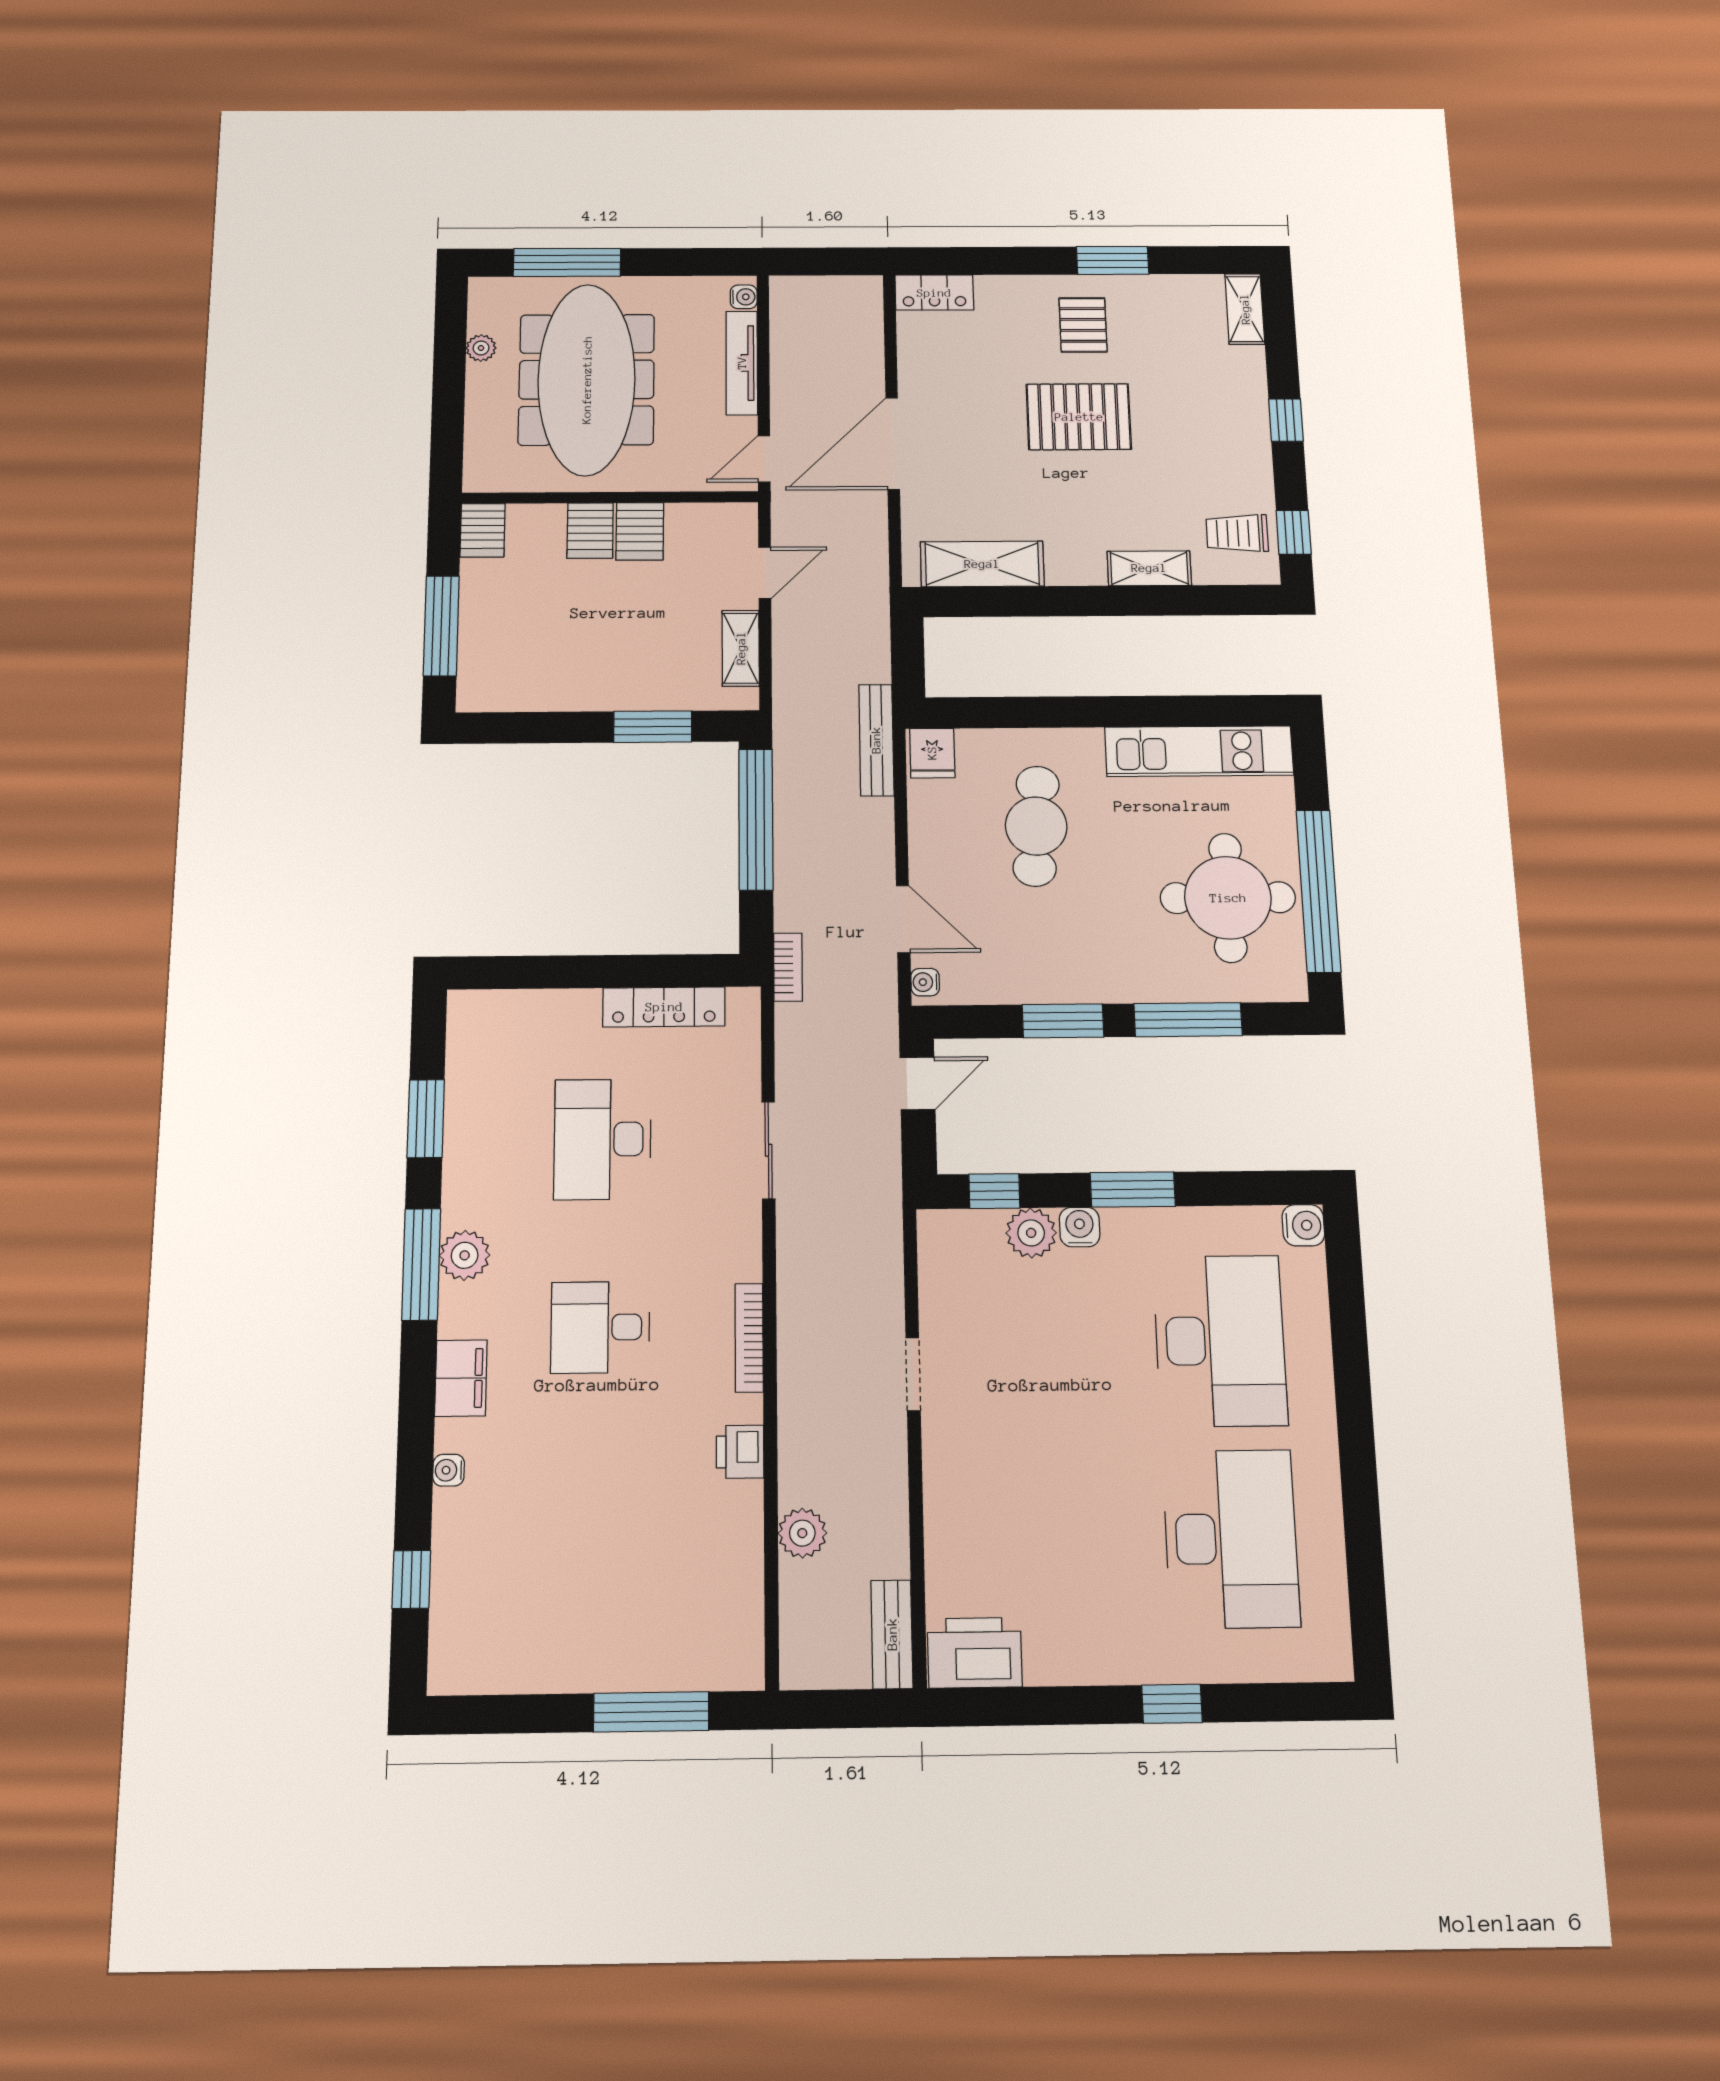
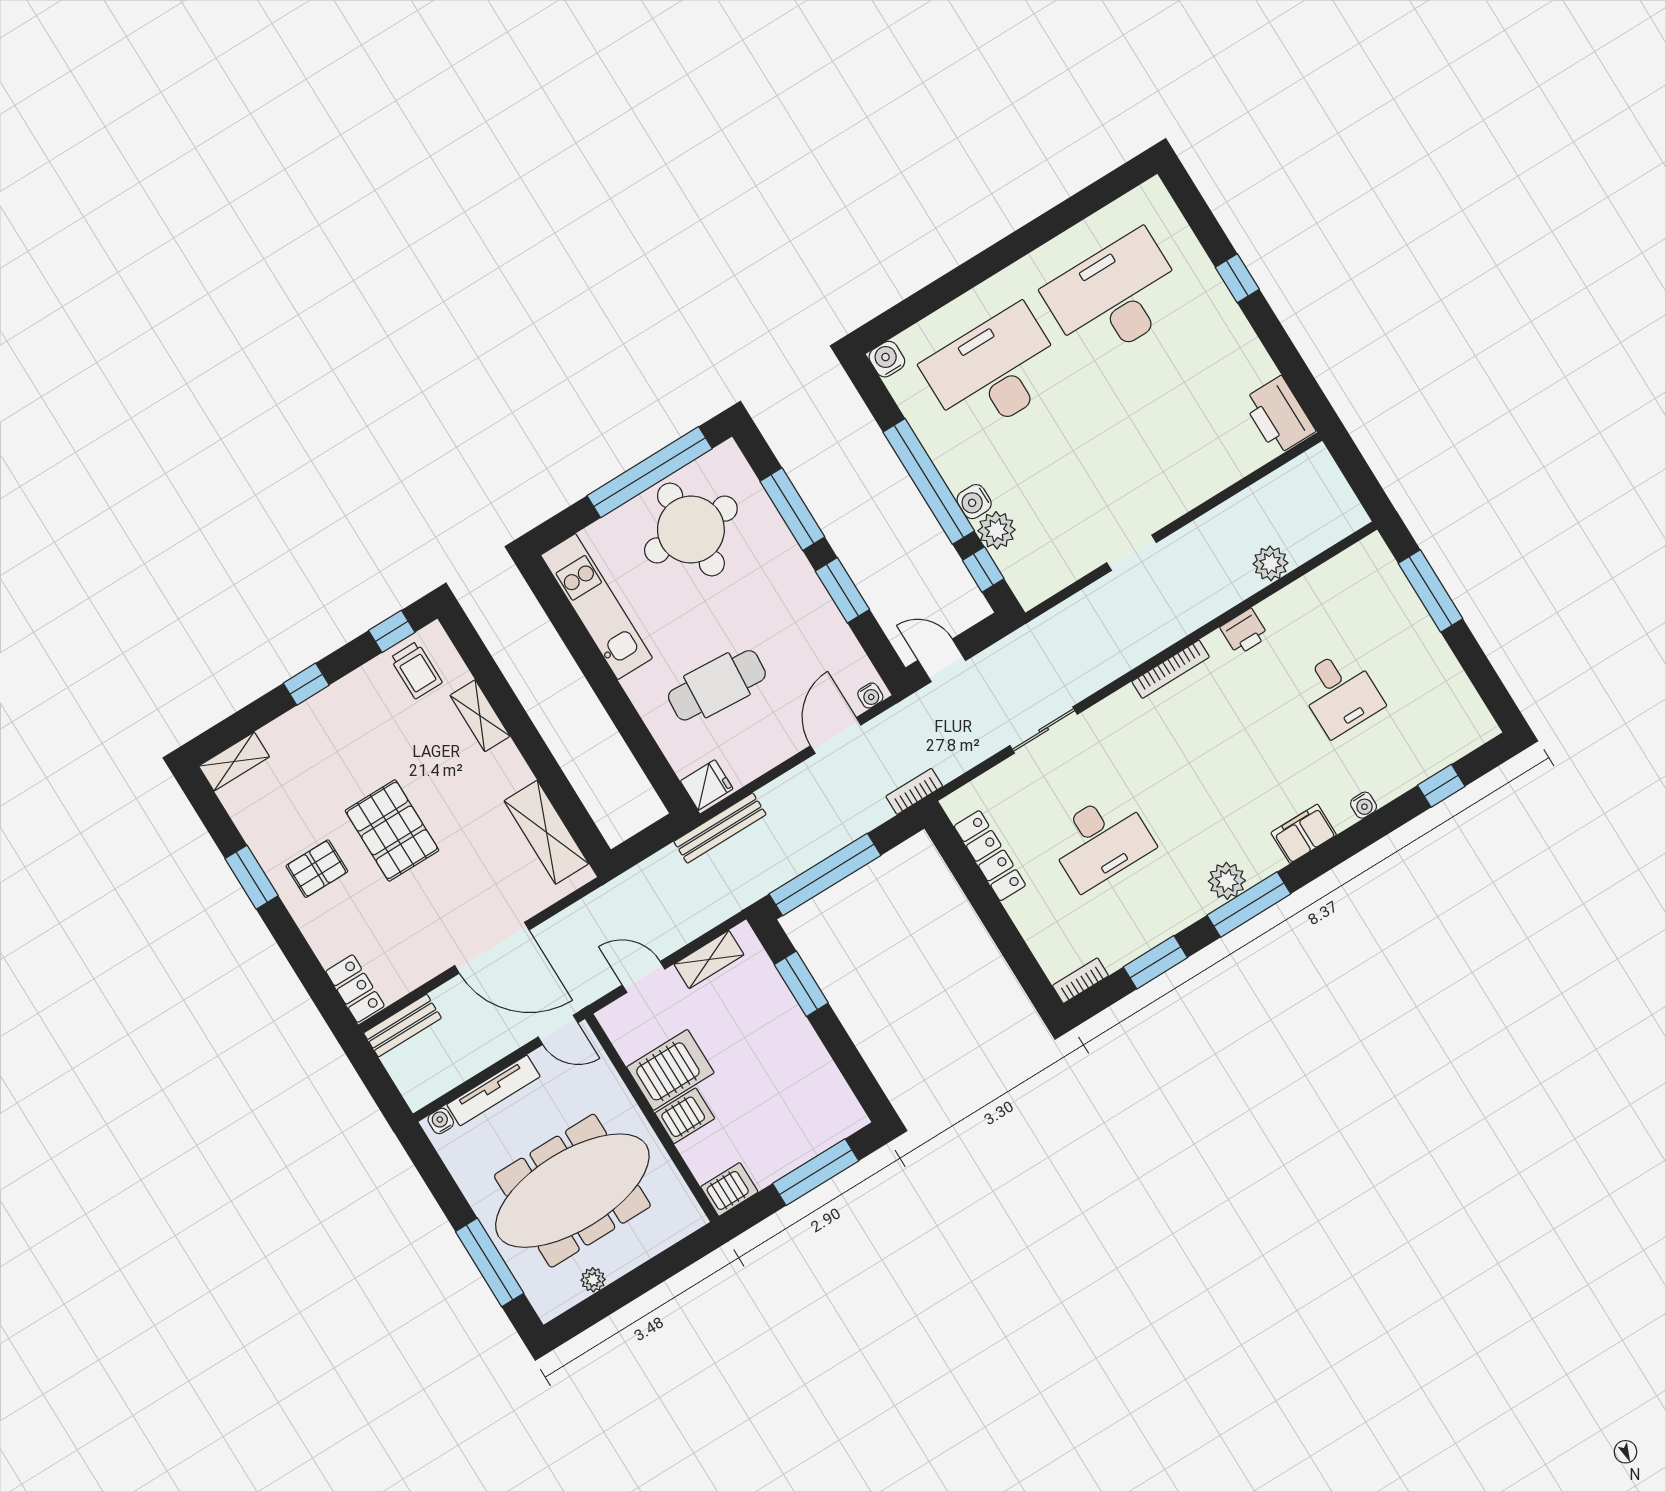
server rack: (640, 531) -> (670, 1070), width x1.36, depth x1.44
bookcase: (460, 1023) -> (1080, 981), added
window: (1133, 1189) -> (929, 481), width x2.11
desk: (600, 1327) -> (1340, 693), moved
bench: (892, 1634) -> (402, 1025), moved

